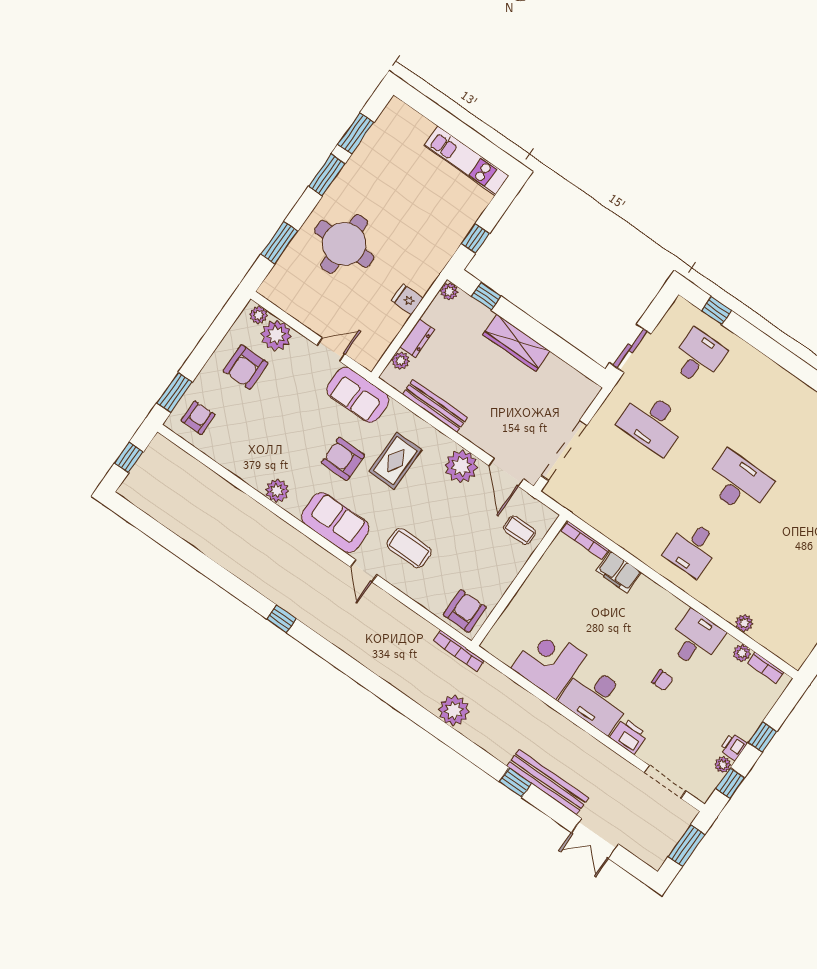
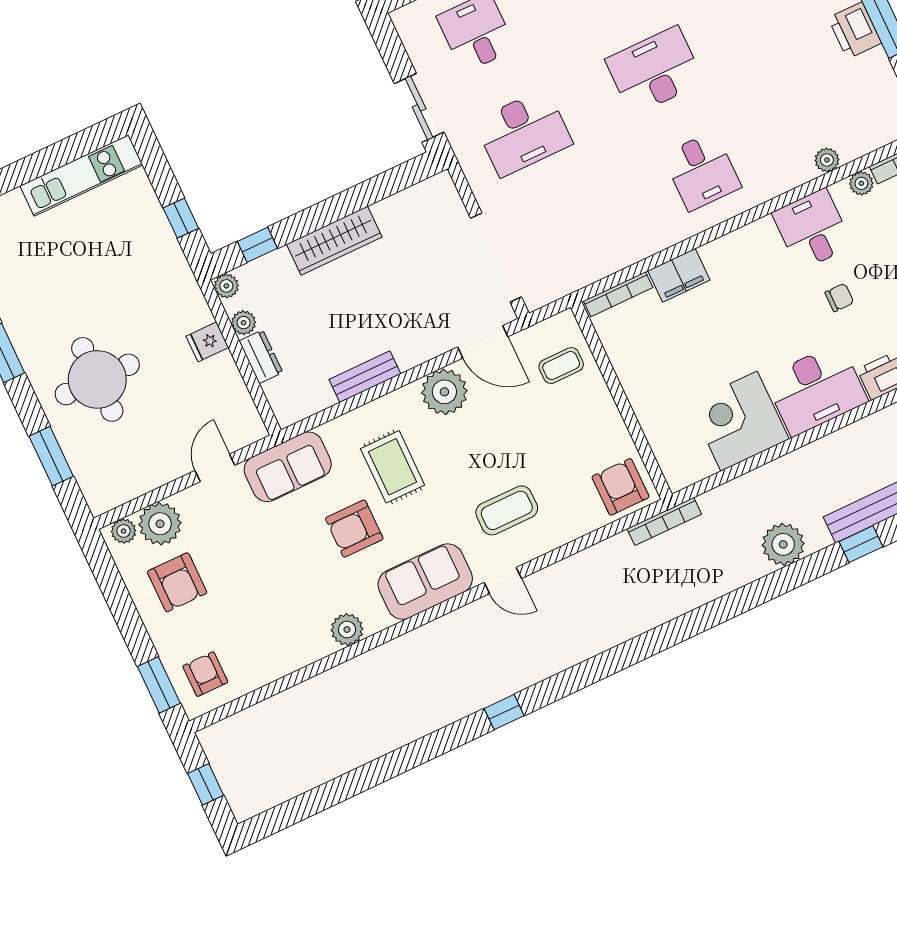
plant: (401, 361) -> (244, 323), moved
bench: (435, 406) -> (365, 377), width x0.73
plant: (454, 710) -> (783, 544), moved

